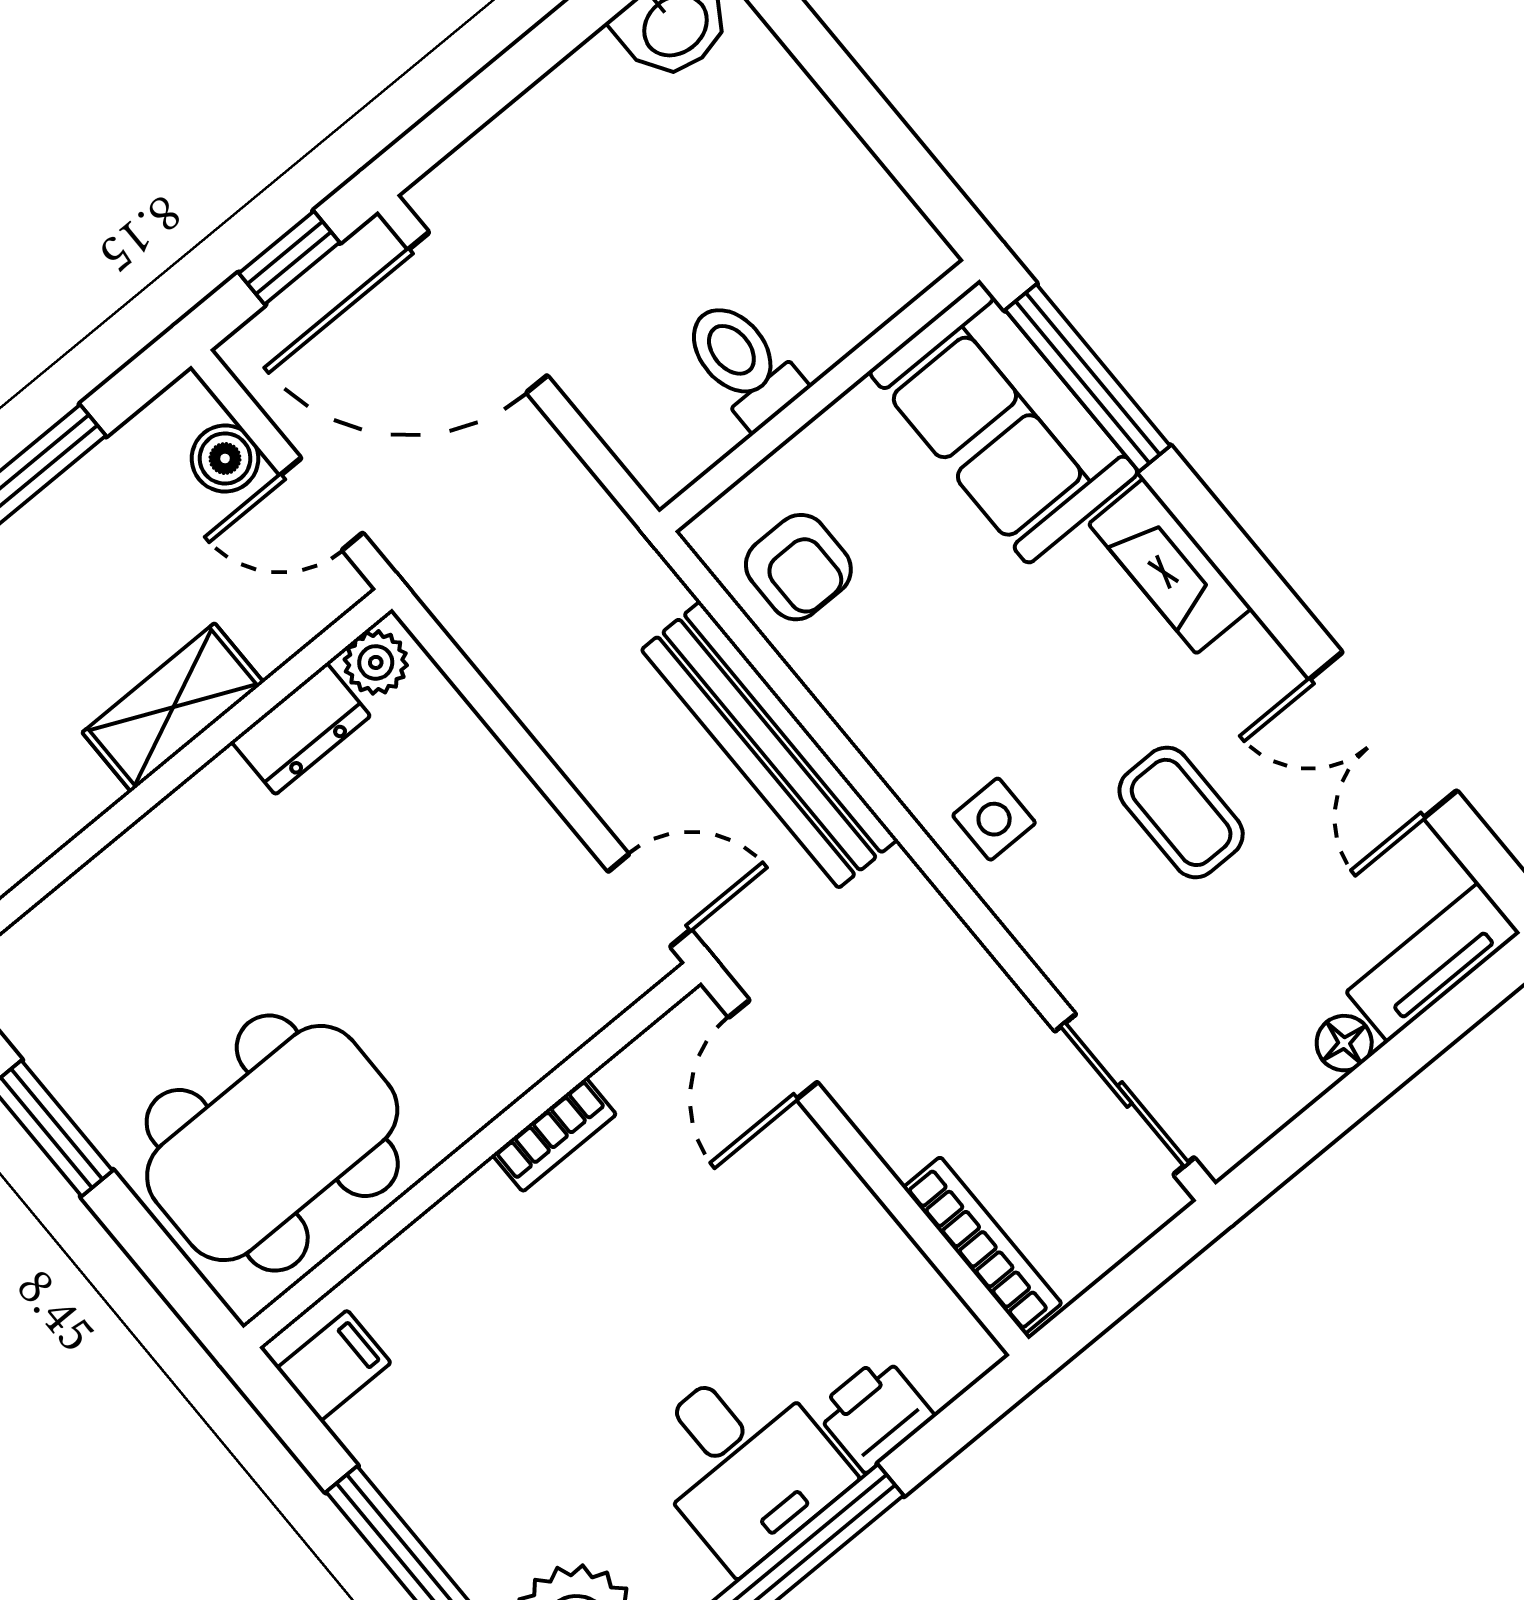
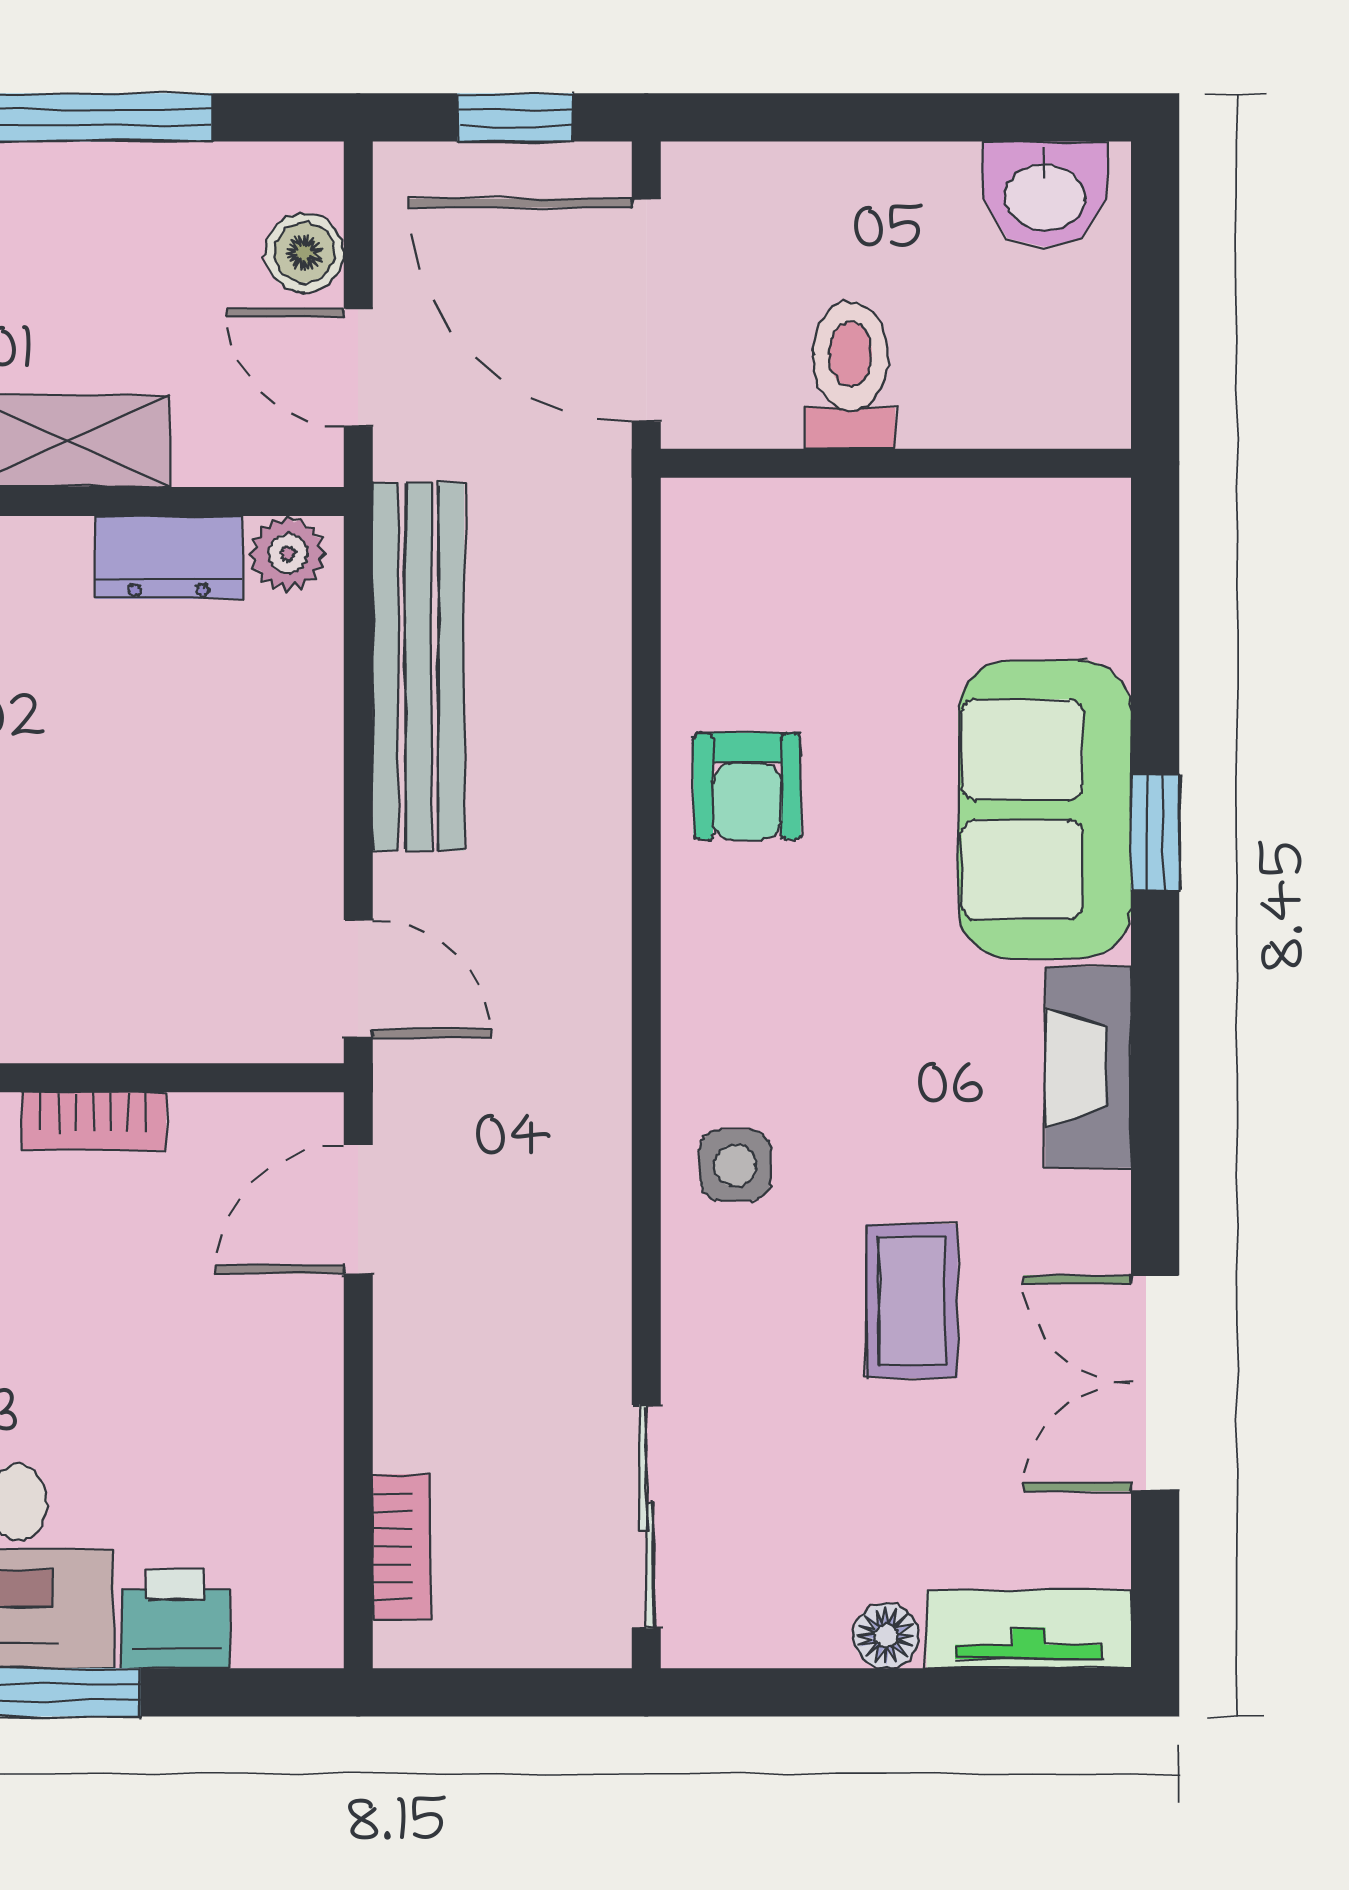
toilet: (743, 363) -> (850, 375), moved
window: (1088, 378) -> (1155, 832), width x0.46
wall: (819, 396) -> (896, 463), moved
bench: (769, 745) -> (418, 667), moved
bookcase: (982, 1245) -> (402, 1547), width x0.64

